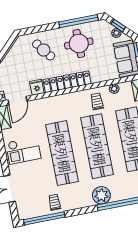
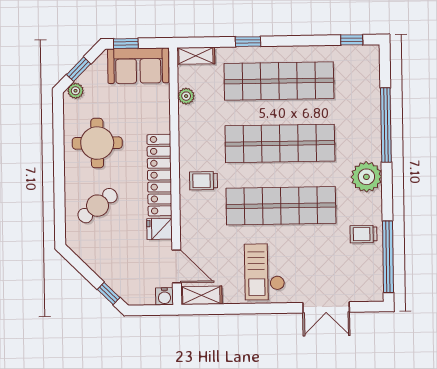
window: (78, 21) -> (59, 137), removed
plant: (116, 33) -> (76, 91), moved
trolley: (97, 101) -> (203, 181), moved
checkout: (23, 150) -> (265, 272), turned 180
plant: (101, 195) -> (366, 177), moved

